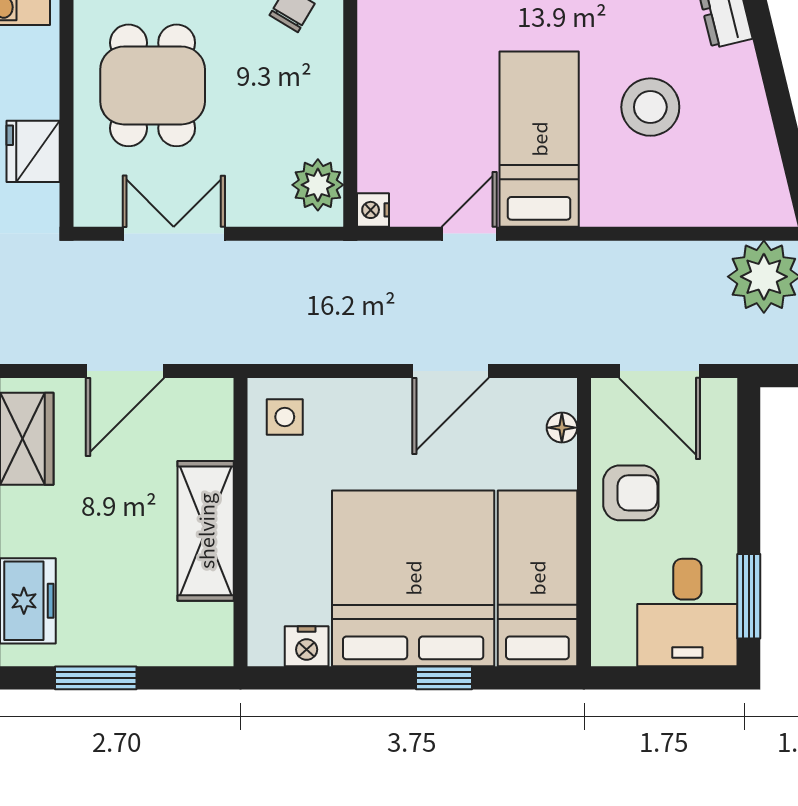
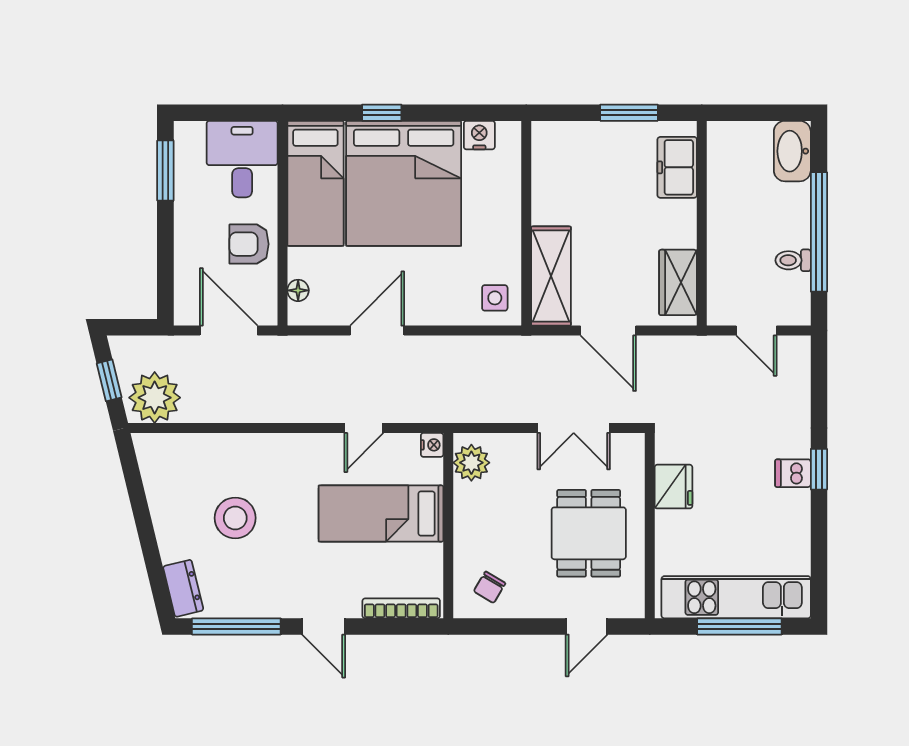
bed: (539, 139) -> (381, 514), moved, turned 90
door: (125, 371) -> (608, 331), swing flipped
shelving: (206, 531) -> (551, 276), moved
desk: (687, 613) -> (242, 159), moved

